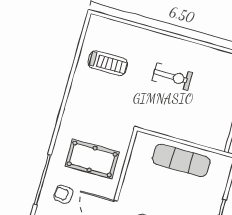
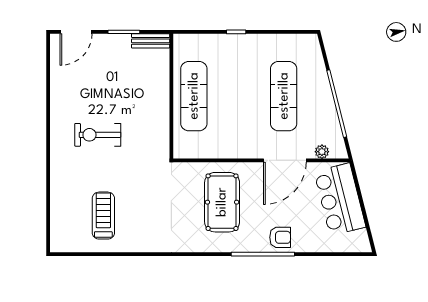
exercise bike: (172, 77) -> (98, 135), turned -90
armchair: (63, 194) -> (280, 237), moved, turned -97

